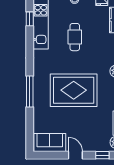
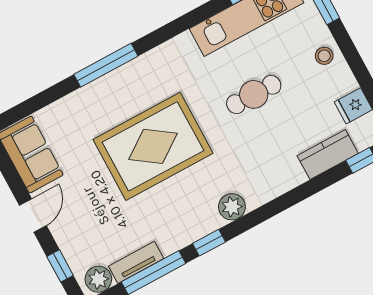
rug: (74, 90) -> (153, 146), turned 90

